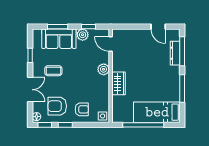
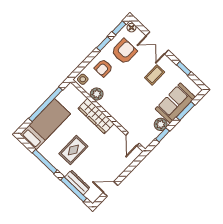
door: (111, 44) -> (133, 139), swing flipped
plant: (104, 69) -> (97, 94), moved
rug: (156, 77) -> (73, 150), added
wardrobe: (119, 83) -> (96, 116), width x1.50

